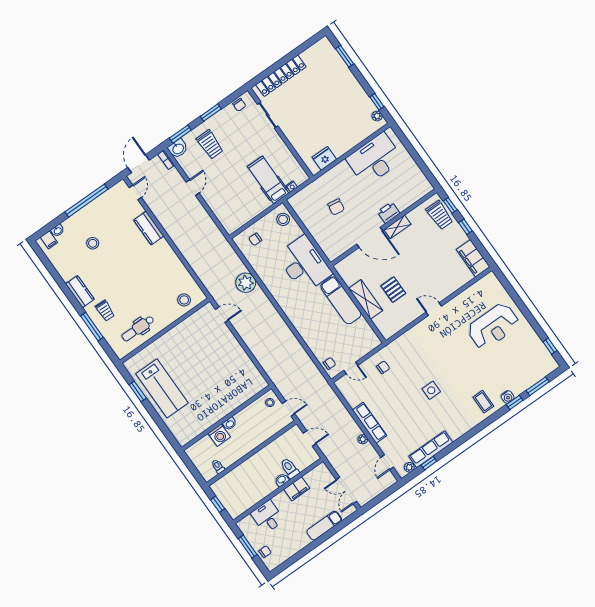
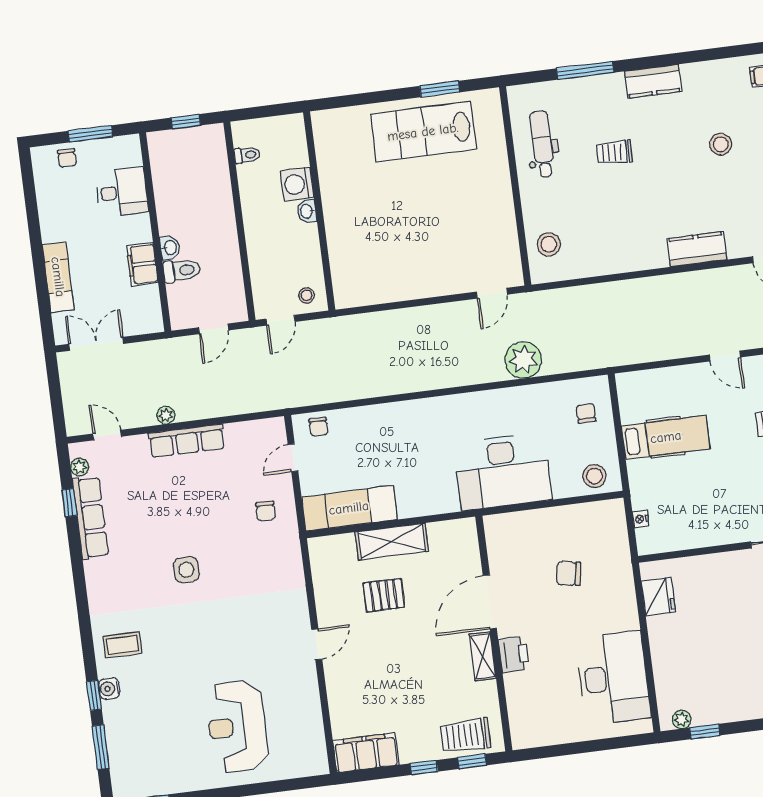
hospital bed: (268, 180) -> (666, 437), moved
exam couch: (341, 300) -> (349, 508), moved
trolley: (105, 311) -> (614, 152), moved

